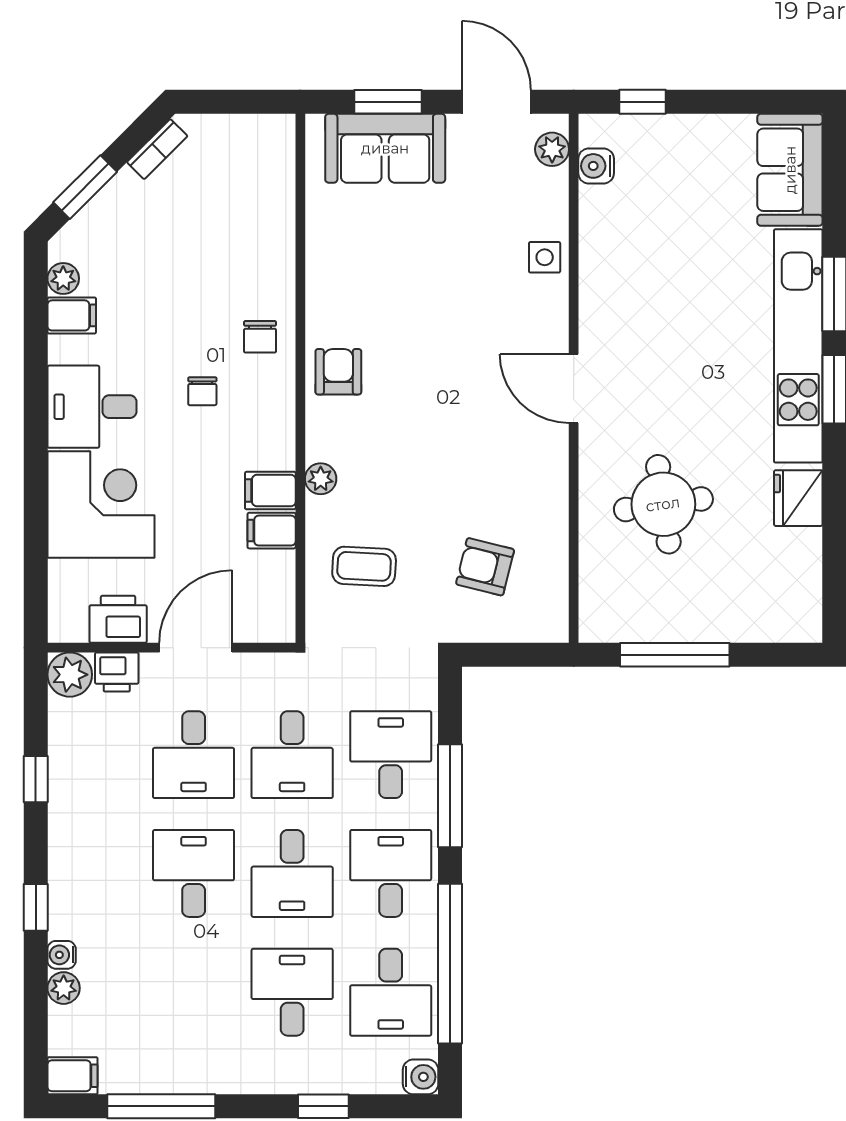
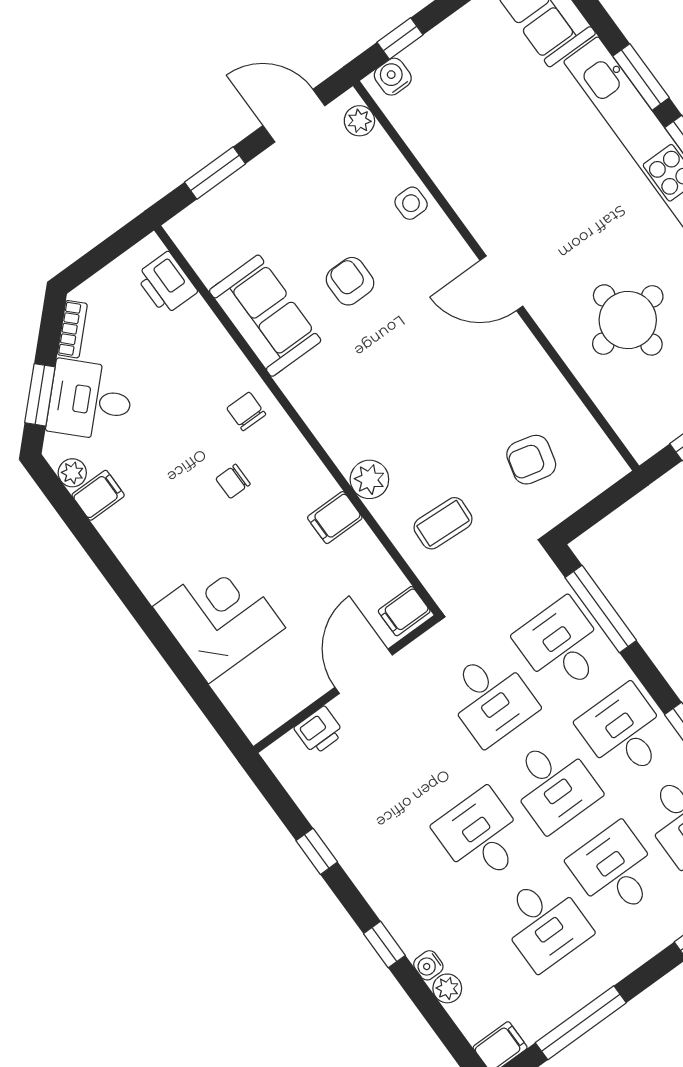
sofa: (385, 148) -> (265, 316), moved, turned -90
water cooler: (596, 166) -> (393, 77), moved, turned 90
chair: (260, 337) -> (246, 411), turned 180
armchair: (338, 372) -> (350, 281), moved
chair: (202, 391) -> (233, 481), turned 90
desk: (92, 407) -> (90, 400), moved, turned 45
plant: (321, 479) -> (369, 479), width x1.38, depth x1.38
filing cabinet: (272, 531) -> (404, 611), moved
printer: (118, 619) -> (166, 283), moved, turned -90
plant: (70, 675) -> (286, 757), removed
desk: (194, 755) -> (544, 923), moved
window: (450, 796) -> (601, 609), moved

